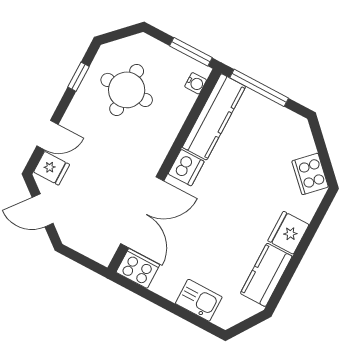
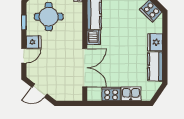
fridge: (52, 168) -> (34, 42), moved
cooker: (138, 268) -> (111, 94), moved

